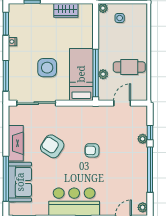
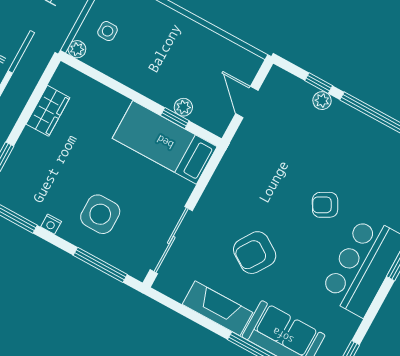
cafe table: (129, 67) -> (195, 59), removed
side table: (47, 68) -> (100, 214), moved
window: (96, 73) -> (175, 118), width x0.32
armchair: (92, 150) -> (325, 205), moved, turned 60

